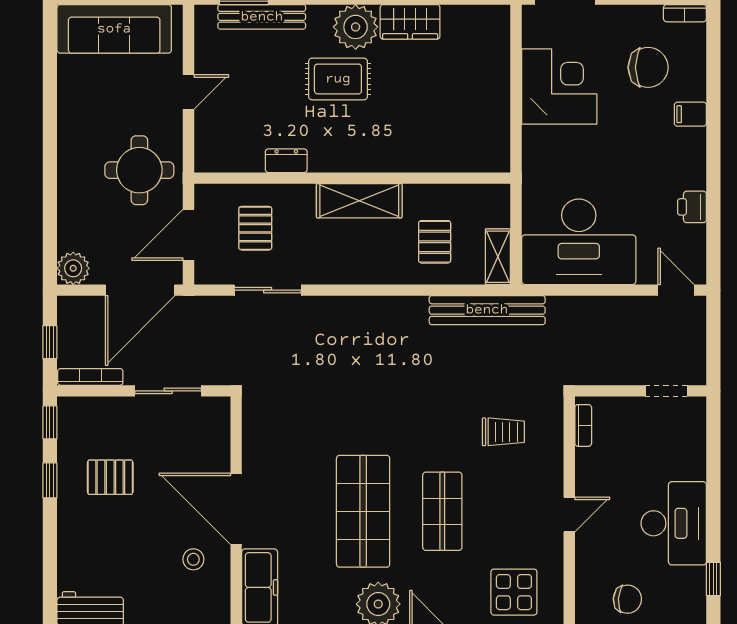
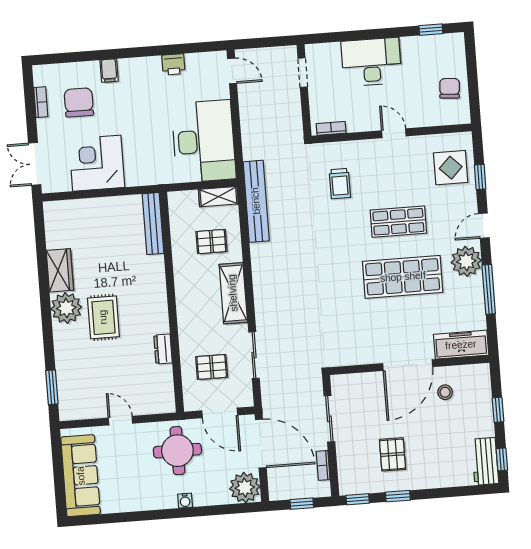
bookcase: (685, 13) -> (41, 102), moved
bench: (262, 17) -> (153, 224), moved
water cooler: (67, 176) -> (185, 501), added
shelving: (359, 201) -> (233, 293), moved
plant: (73, 268) -> (245, 488), width x1.36, depth x1.36
door: (676, 290) -> (232, 71), swing flipped
bookcase: (90, 377) -> (323, 465), width x0.64
trolley: (503, 432) -> (340, 184), turned 180
desk: (674, 523) -> (371, 62), moved

